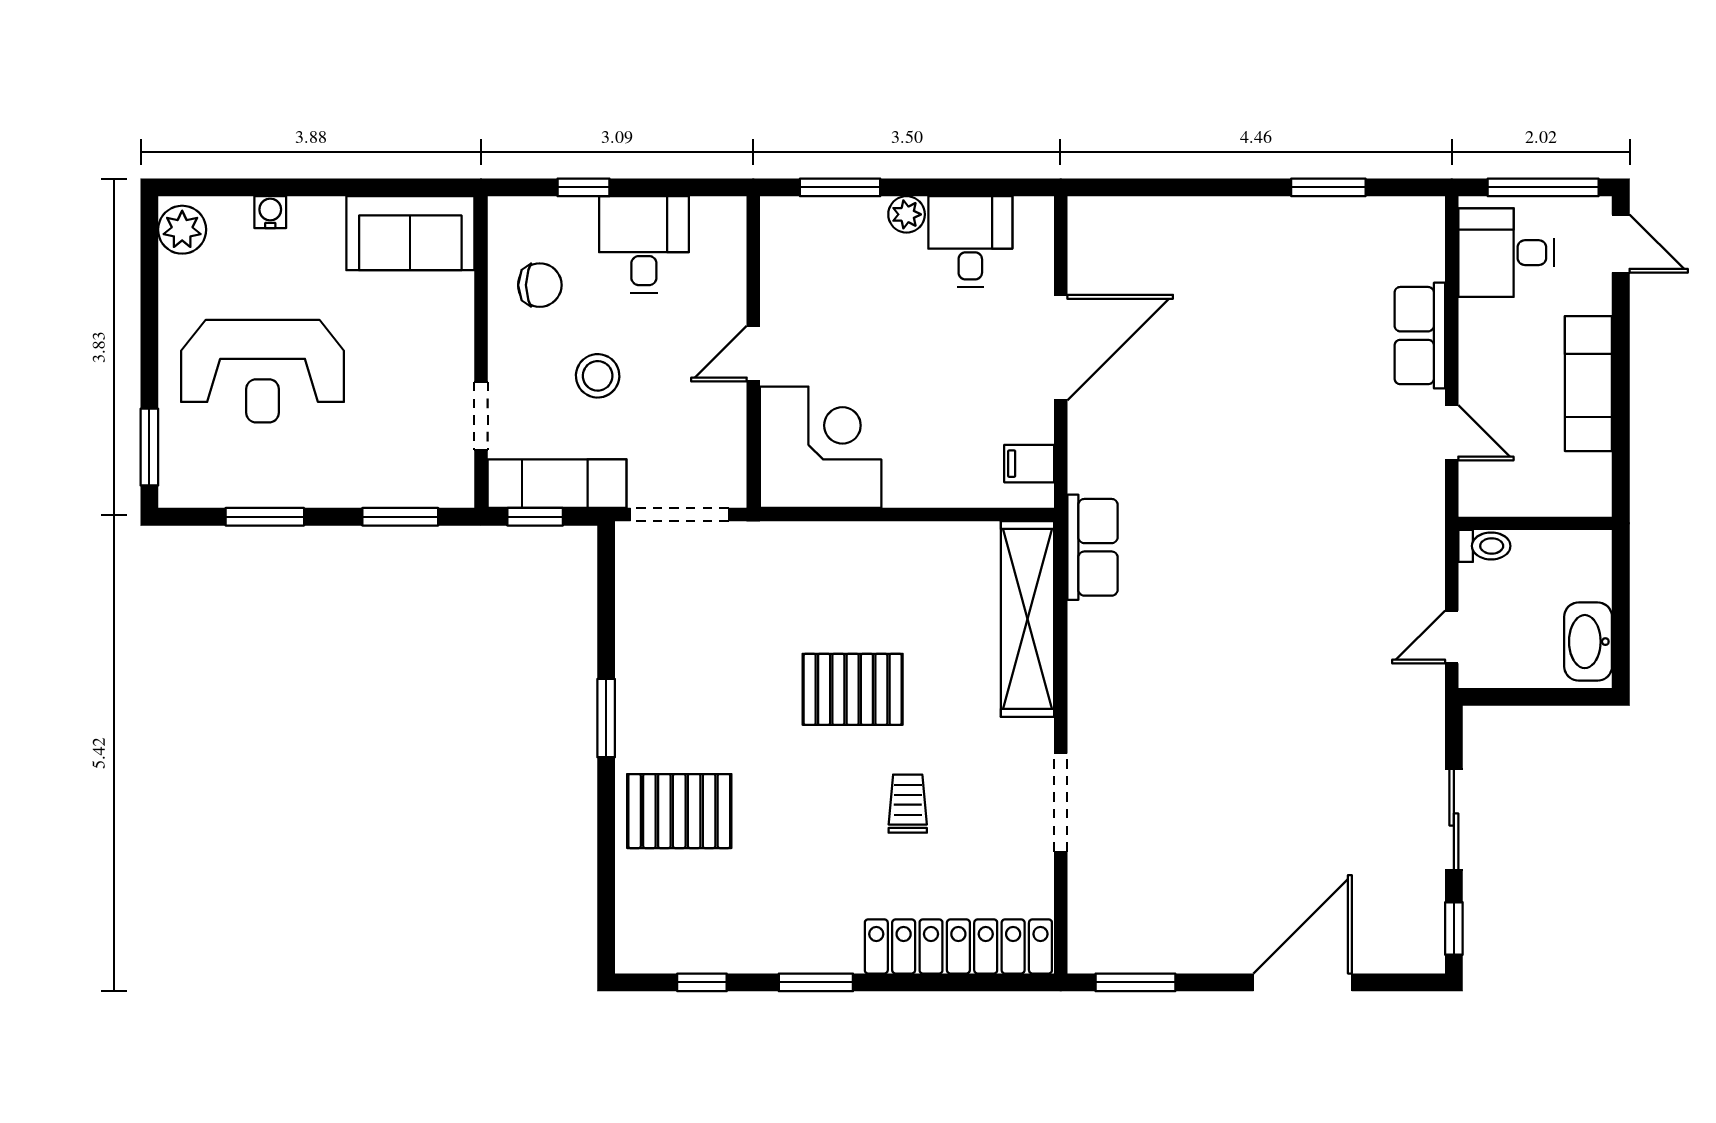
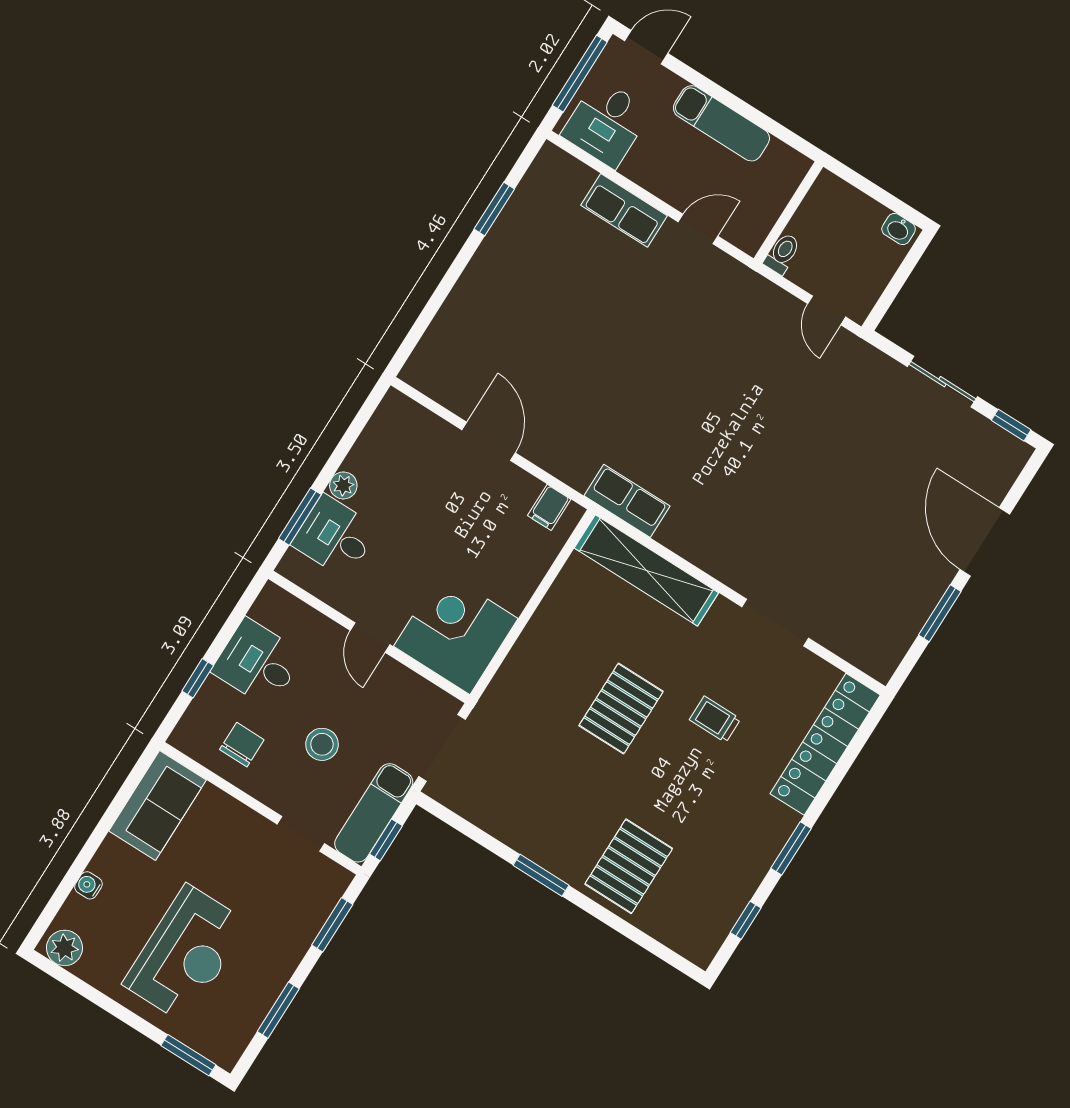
desk: (970, 241) -> (335, 536), moved
door: (1061, 348) -> (489, 441), width x0.73
washbasin: (1588, 642) -> (899, 229), width x0.52, depth x0.69
window: (1135, 982) -> (940, 613), moved

